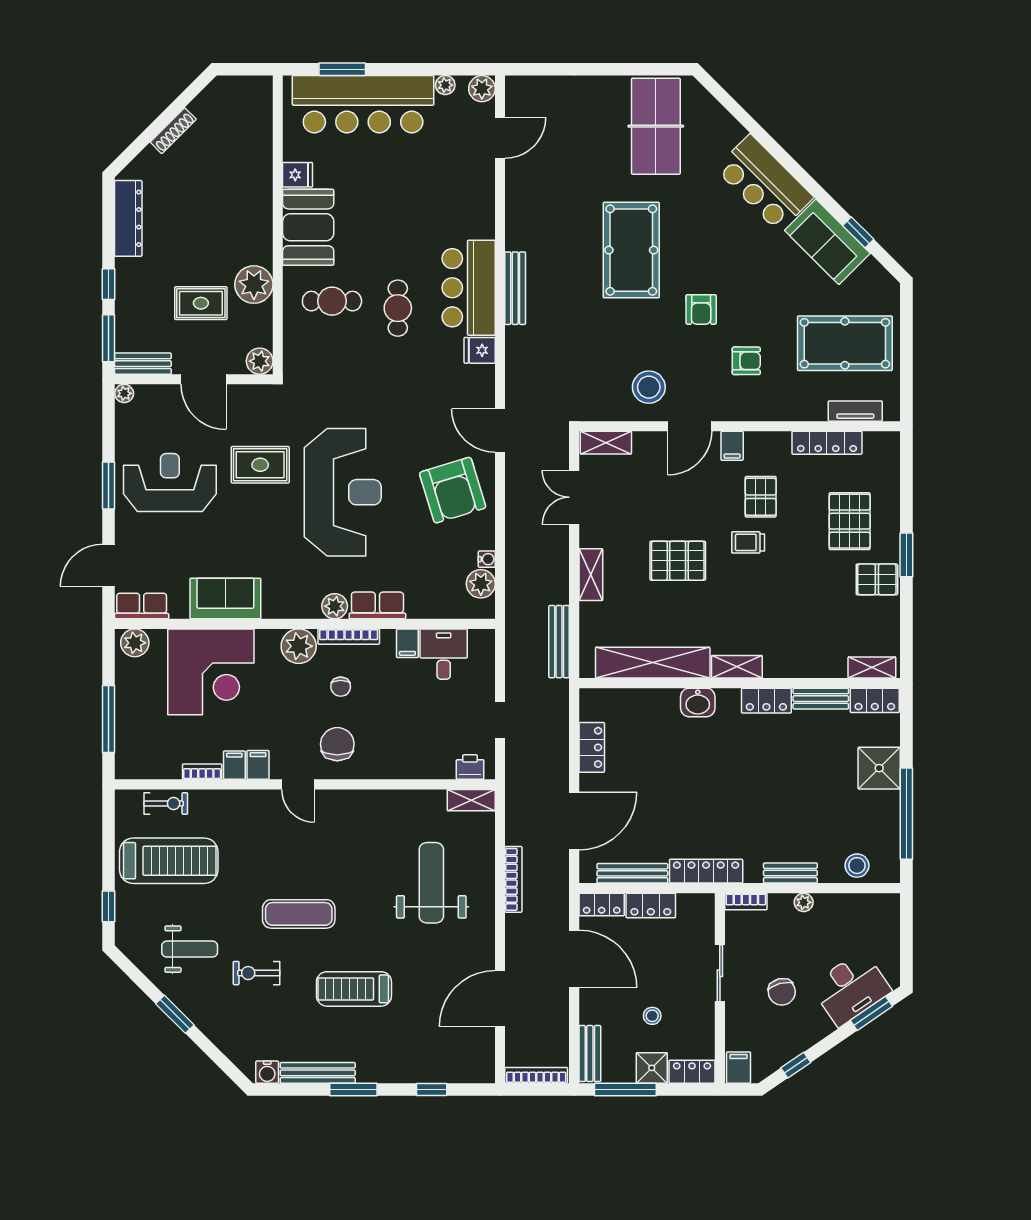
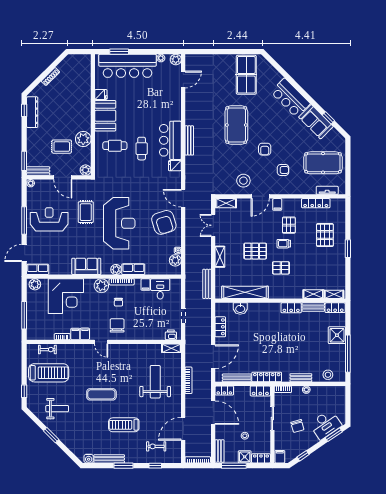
window: (108, 284) -> (24, 110), moved
rug: (260, 465) -> (86, 212), turned 90
window: (108, 485) -> (24, 221), width x1.44
pallet: (877, 579) -> (281, 268), moved
sofa: (225, 598) -> (86, 266), moved
shelving: (737, 667) -> (313, 294), moved
washbasin: (698, 702) -> (240, 309), moved
locker: (651, 906) -> (260, 391), moved
exercise bike: (257, 973) -> (156, 446), moved

